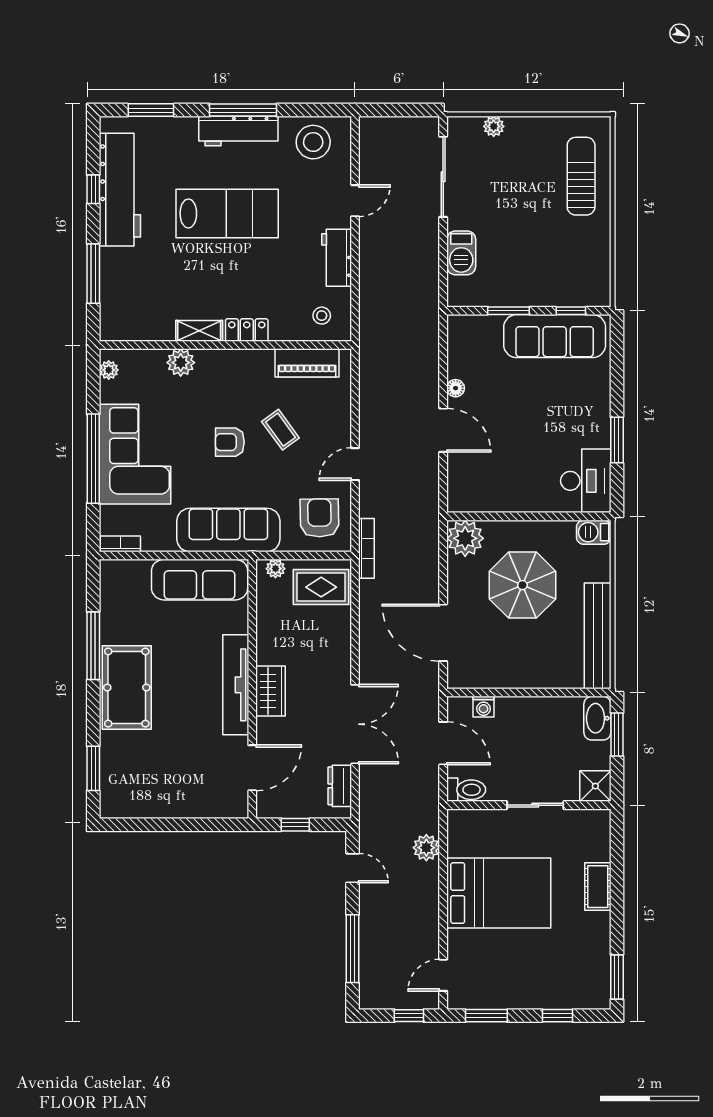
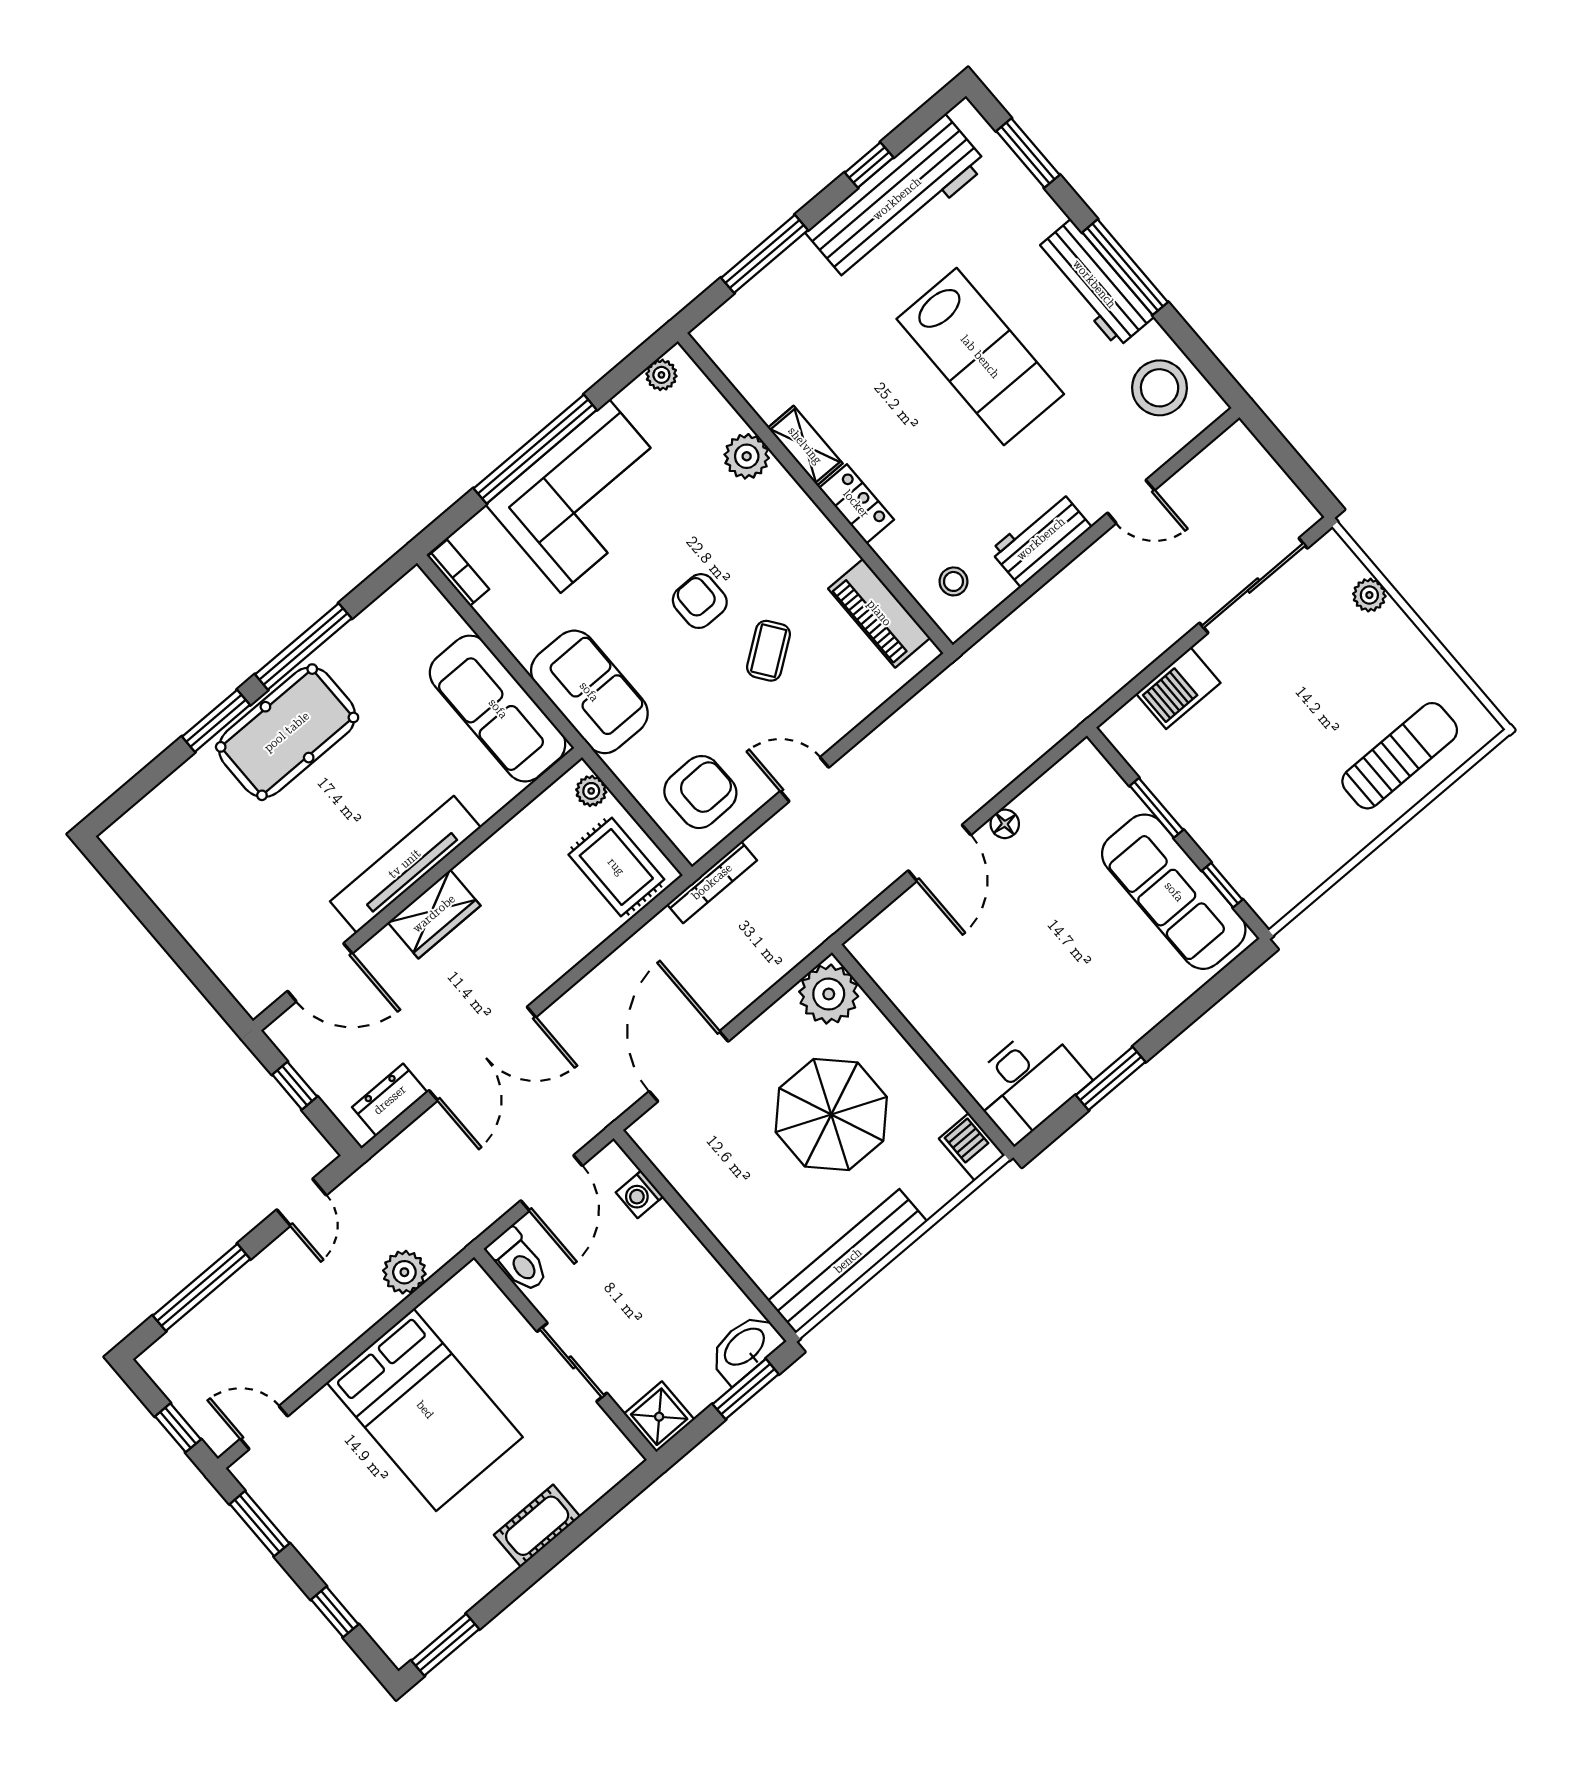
sofa: (228, 530) -> (589, 692), width x0.73
window: (93, 768) -> (216, 721), moved

